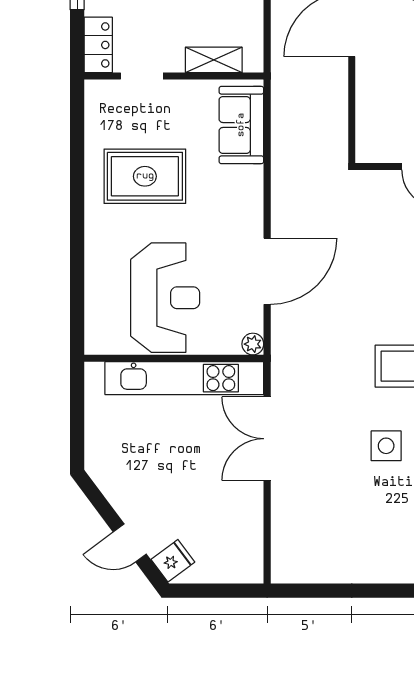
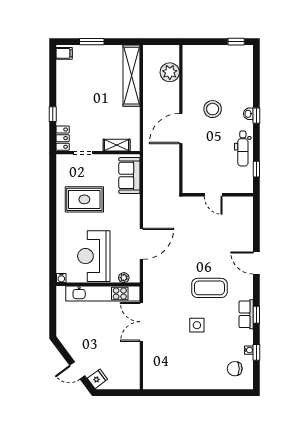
reception desk: (165, 298) -> (94, 256), turned 180
plant: (253, 344) -> (124, 278), moved
water cooler: (95, 345) -> (61, 278), added

